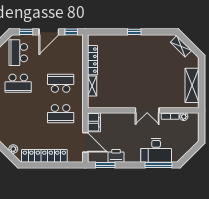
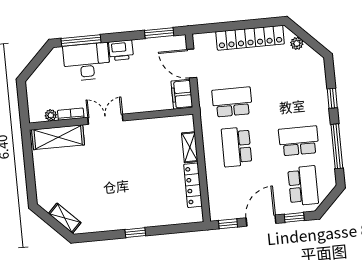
school desk: (61, 83) -> (237, 147), turned 90
shelving: (192, 85) -> (58, 137), moved, turned 90
printer: (116, 156) -> (121, 50), moved

